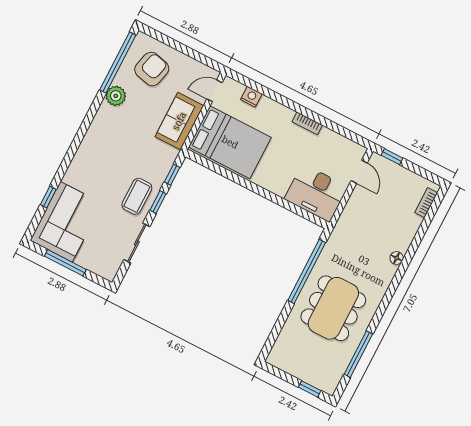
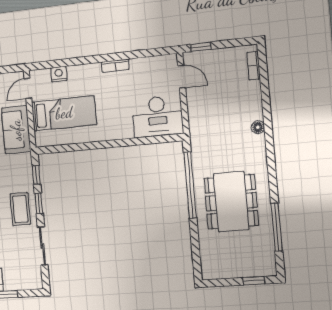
bed: (230, 142) -> (64, 113), width x0.67

